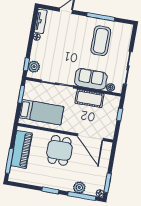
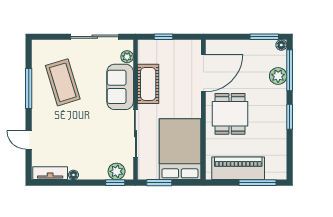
coffee table: (101, 41) -> (63, 82), turned 73
bed: (41, 112) -> (180, 149), width x1.50
dining table: (59, 150) -> (230, 114), turned 90

